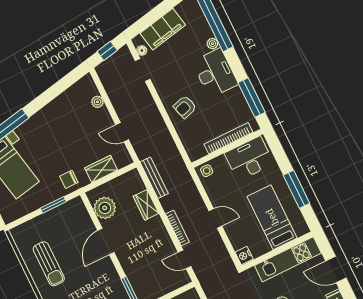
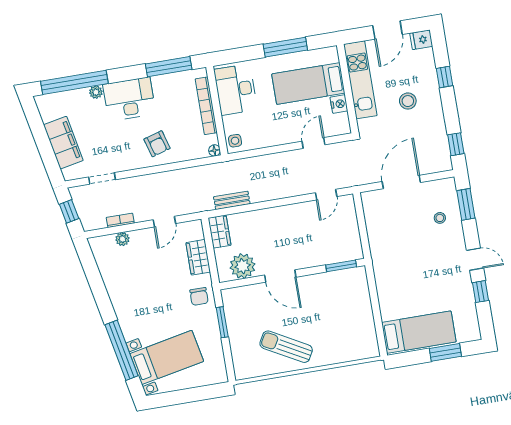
floor lamp: (142, 50) -> (214, 150), moved
bench: (154, 178) -> (232, 200), width x0.73
wardrobe: (146, 205) -> (220, 232), moved, turned -90
door: (215, 218) -> (314, 143), moved
bookcase: (177, 228) -> (120, 220), moved, width x0.64
nightstand: (244, 256) -> (339, 104), moved, turned -90
sun lounger: (49, 264) -> (286, 347), turned -151

